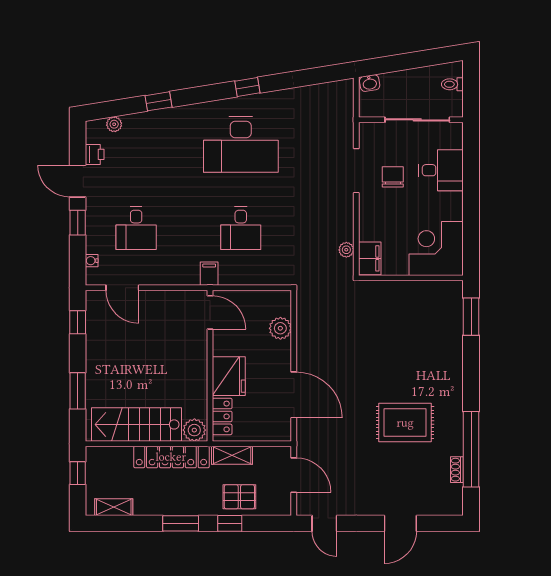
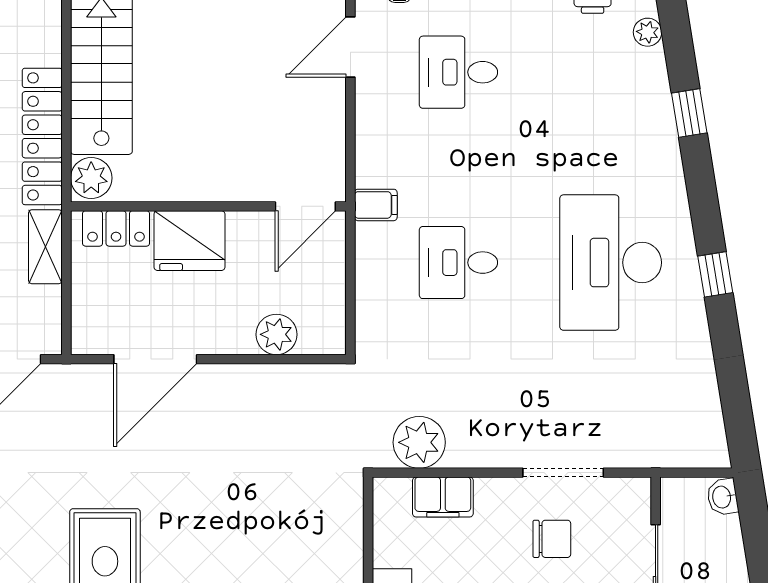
plant: (346, 250) -> (419, 442), width x1.87, depth x1.87
filing cabinet: (370, 258) -> (443, 497), moved

